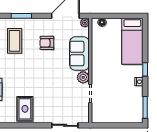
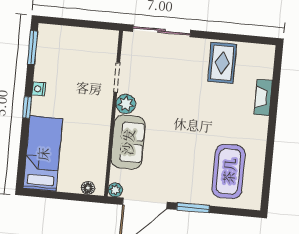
window: (21, 16) -> (193, 208), moved
coffee table: (15, 41) -> (229, 171), width x1.36, depth x1.32
armchair: (47, 43) -> (178, 164), removed
sliding door: (65, 125) -> (162, 31), width x1.37

